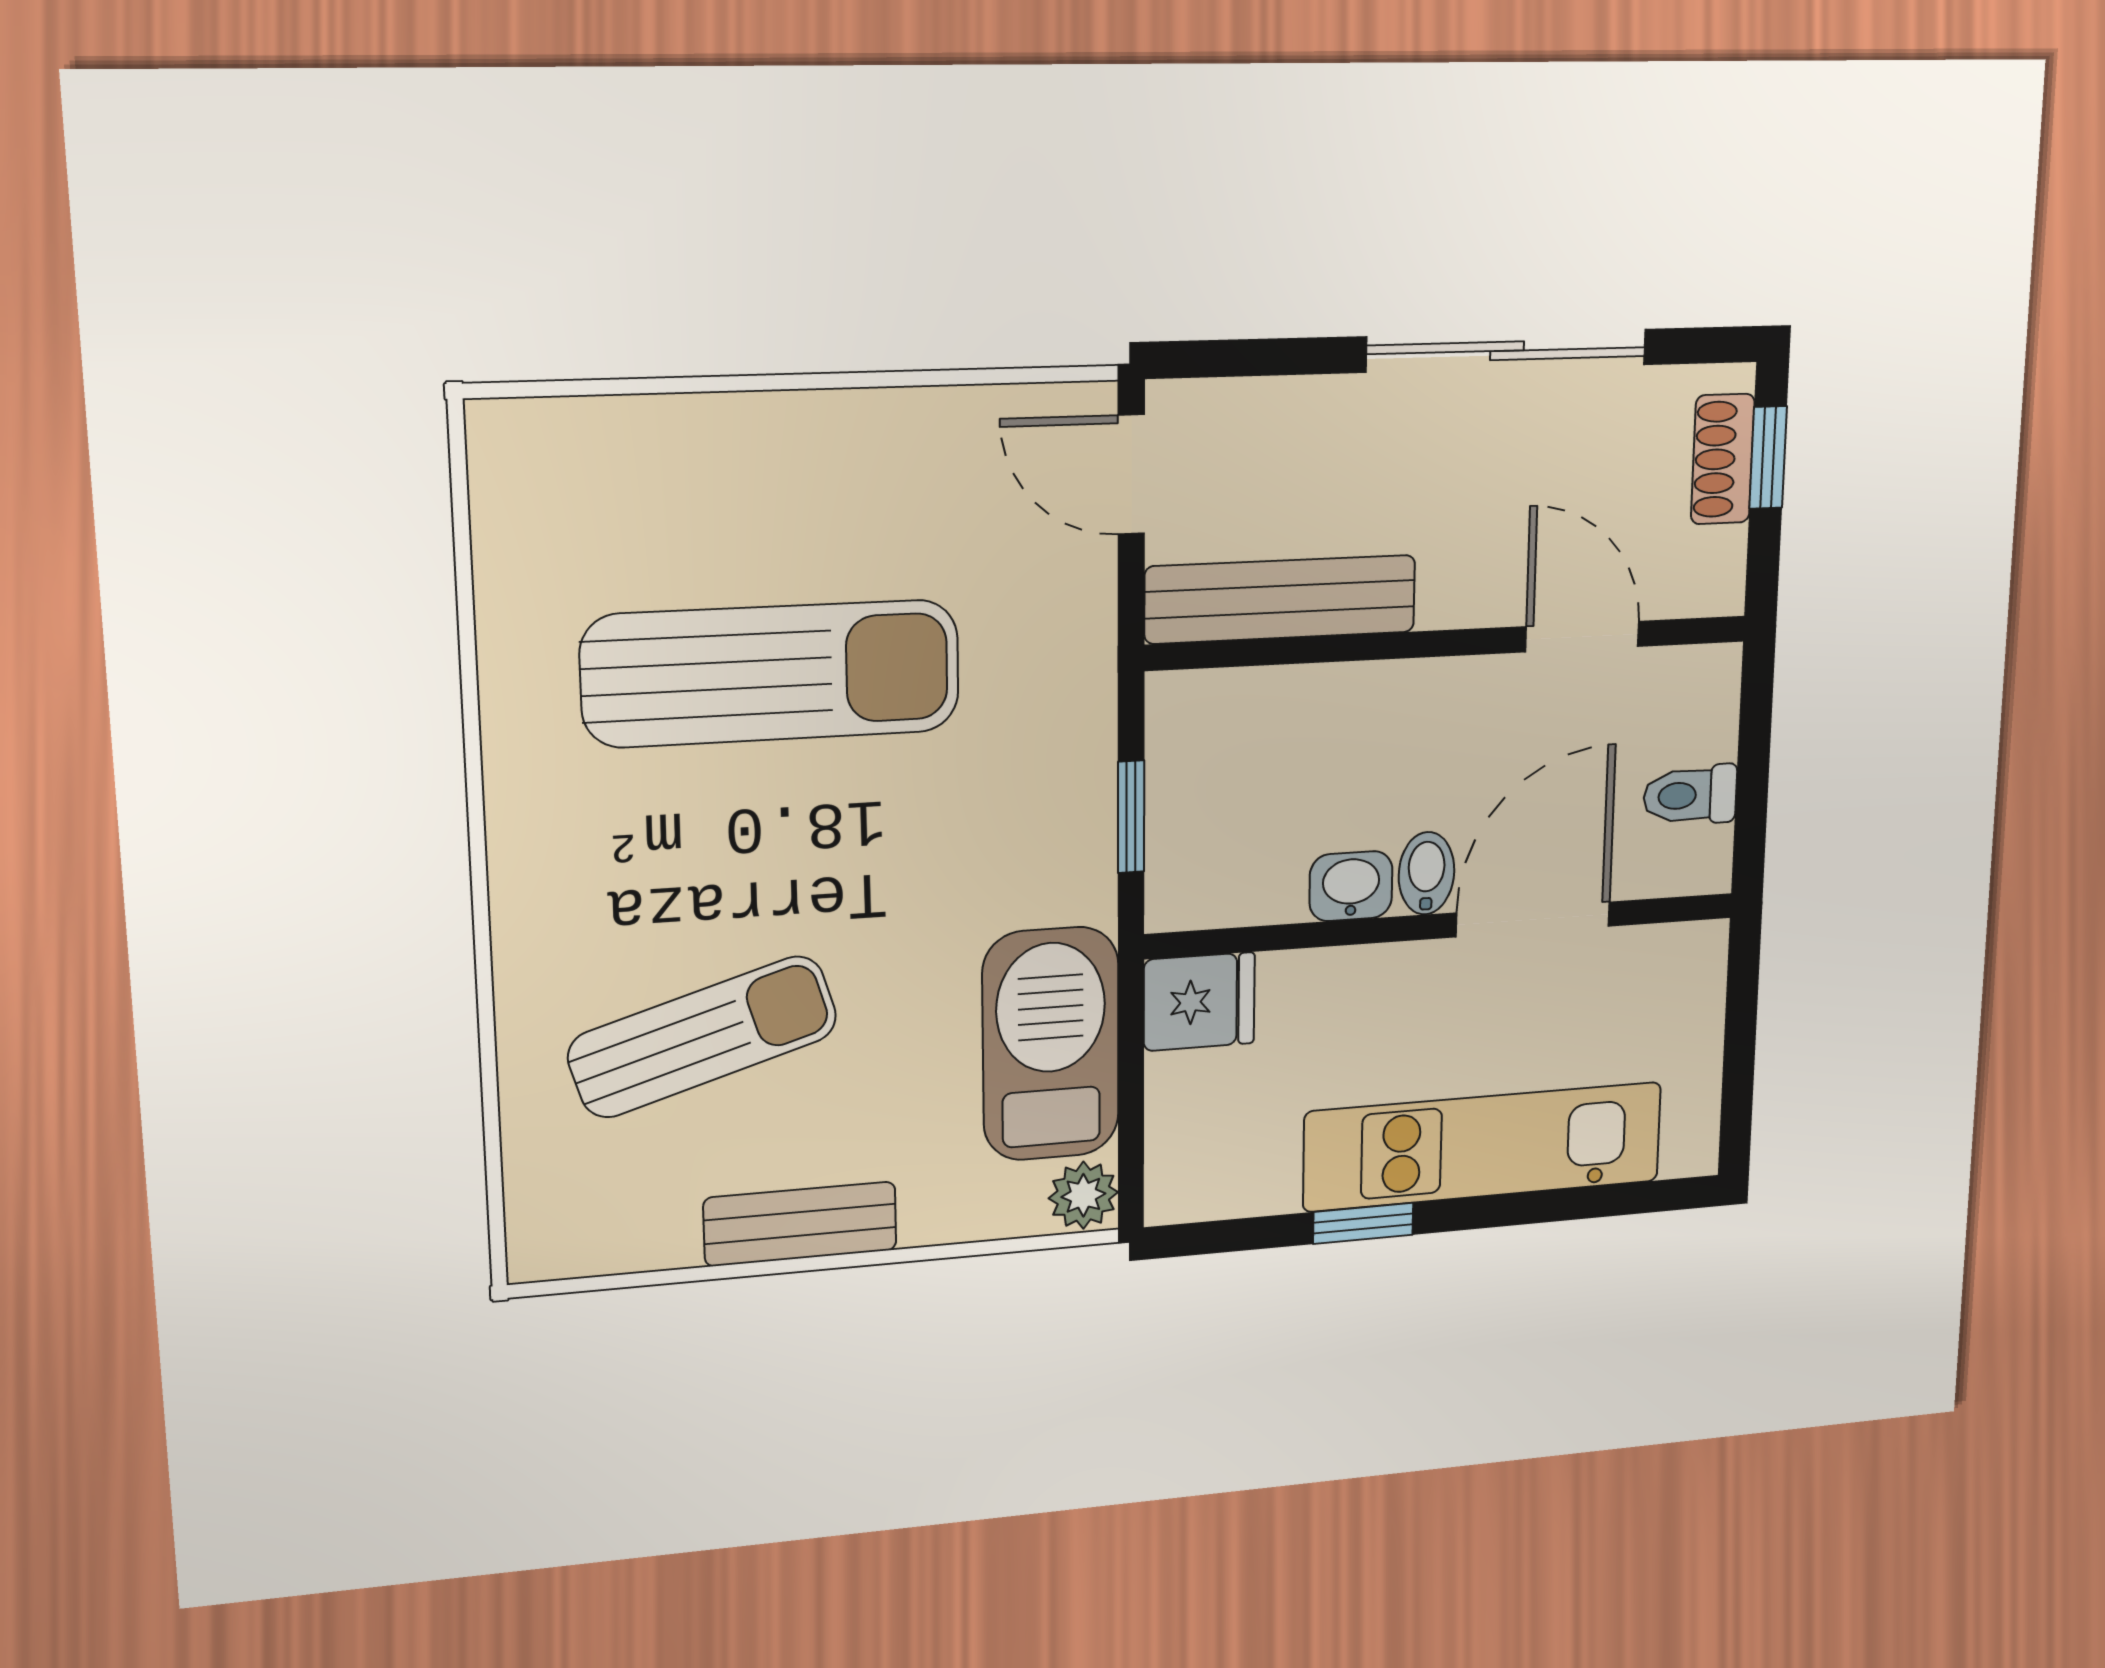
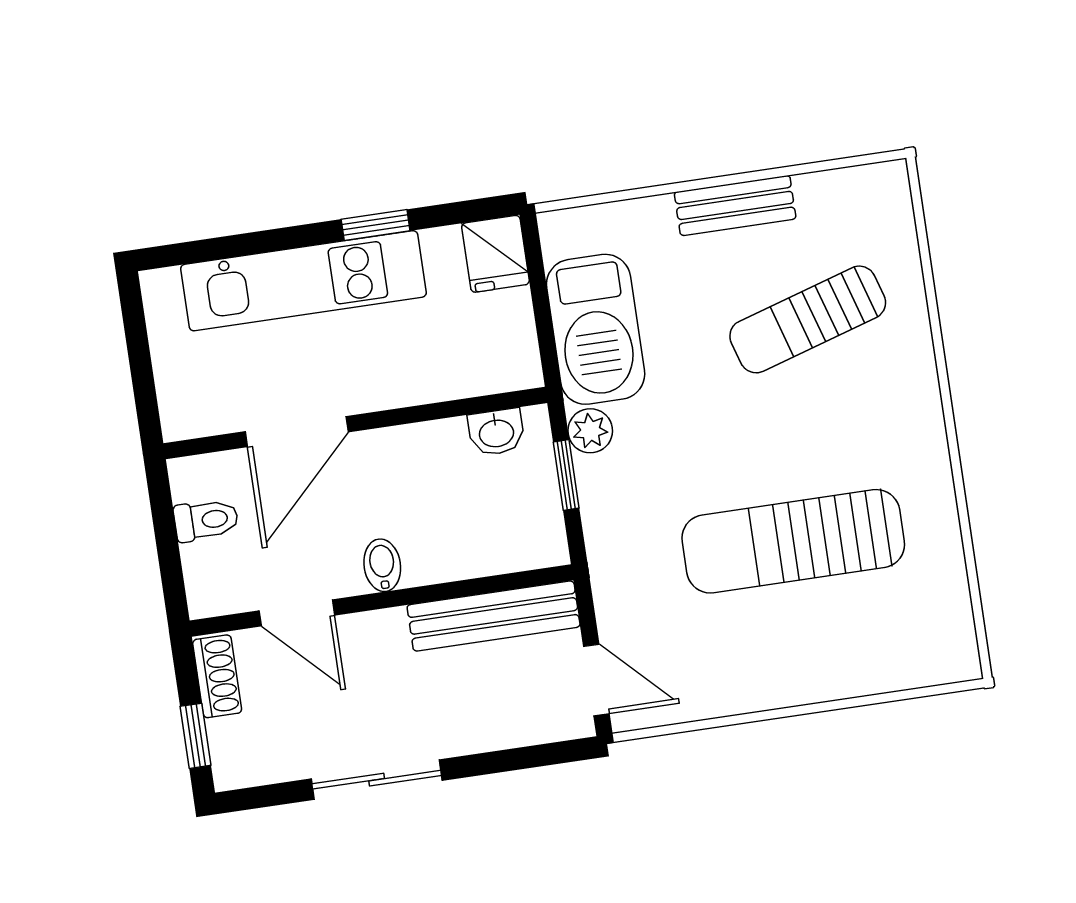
sliding door: (1507, 351) -> (377, 780), width x0.73
shoe rack: (1723, 459) -> (217, 676), moved
bidet: (1426, 873) -> (382, 565), moved, turned 180
washbasin: (1351, 886) -> (496, 432), moved
fridge: (1199, 1002) -> (495, 254), moved, turned -90
plant: (1083, 1195) -> (590, 431), moved

